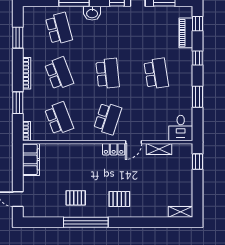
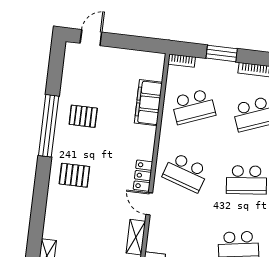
filing cabinet: (31, 159) -> (148, 103), moved, turned 90
pallet: (76, 198) -> (83, 116), turned 90
pallet: (119, 199) -> (74, 175), turned 90

